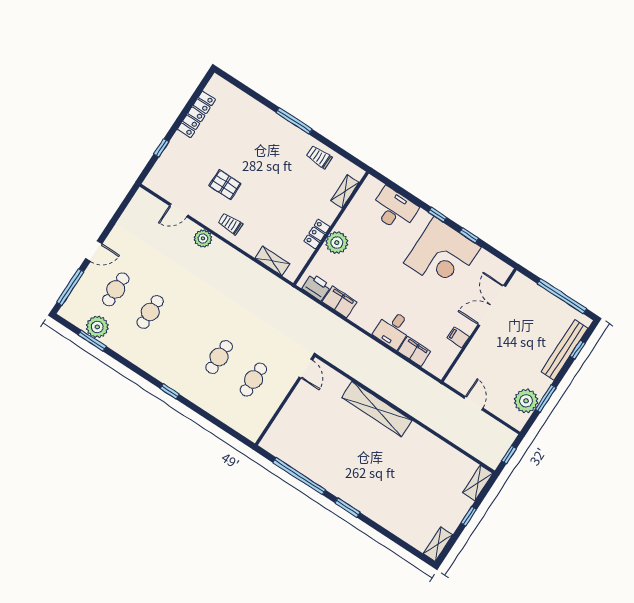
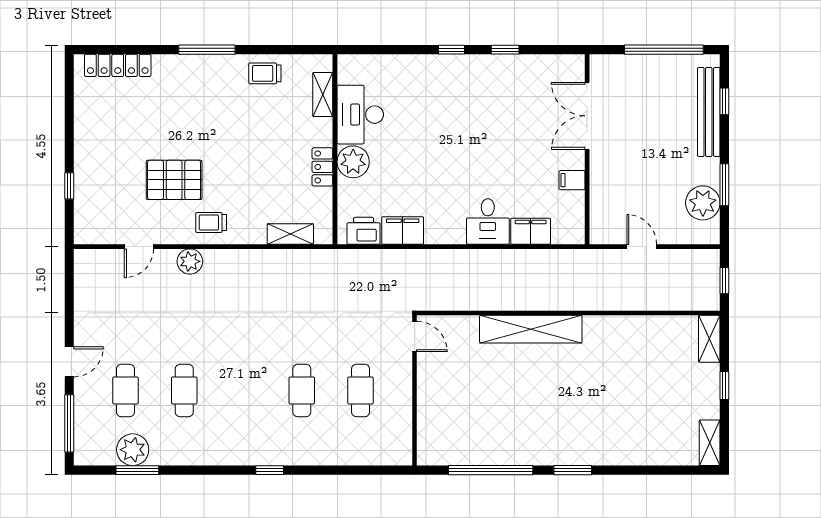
locker: (196, 114) -> (118, 65), moved, turned 90
pallet: (225, 185) -> (174, 180), width x1.50, depth x1.42
desk: (394, 209) -> (360, 115), moved, turned -90
corner desk: (442, 255) -> (489, 94), removed

